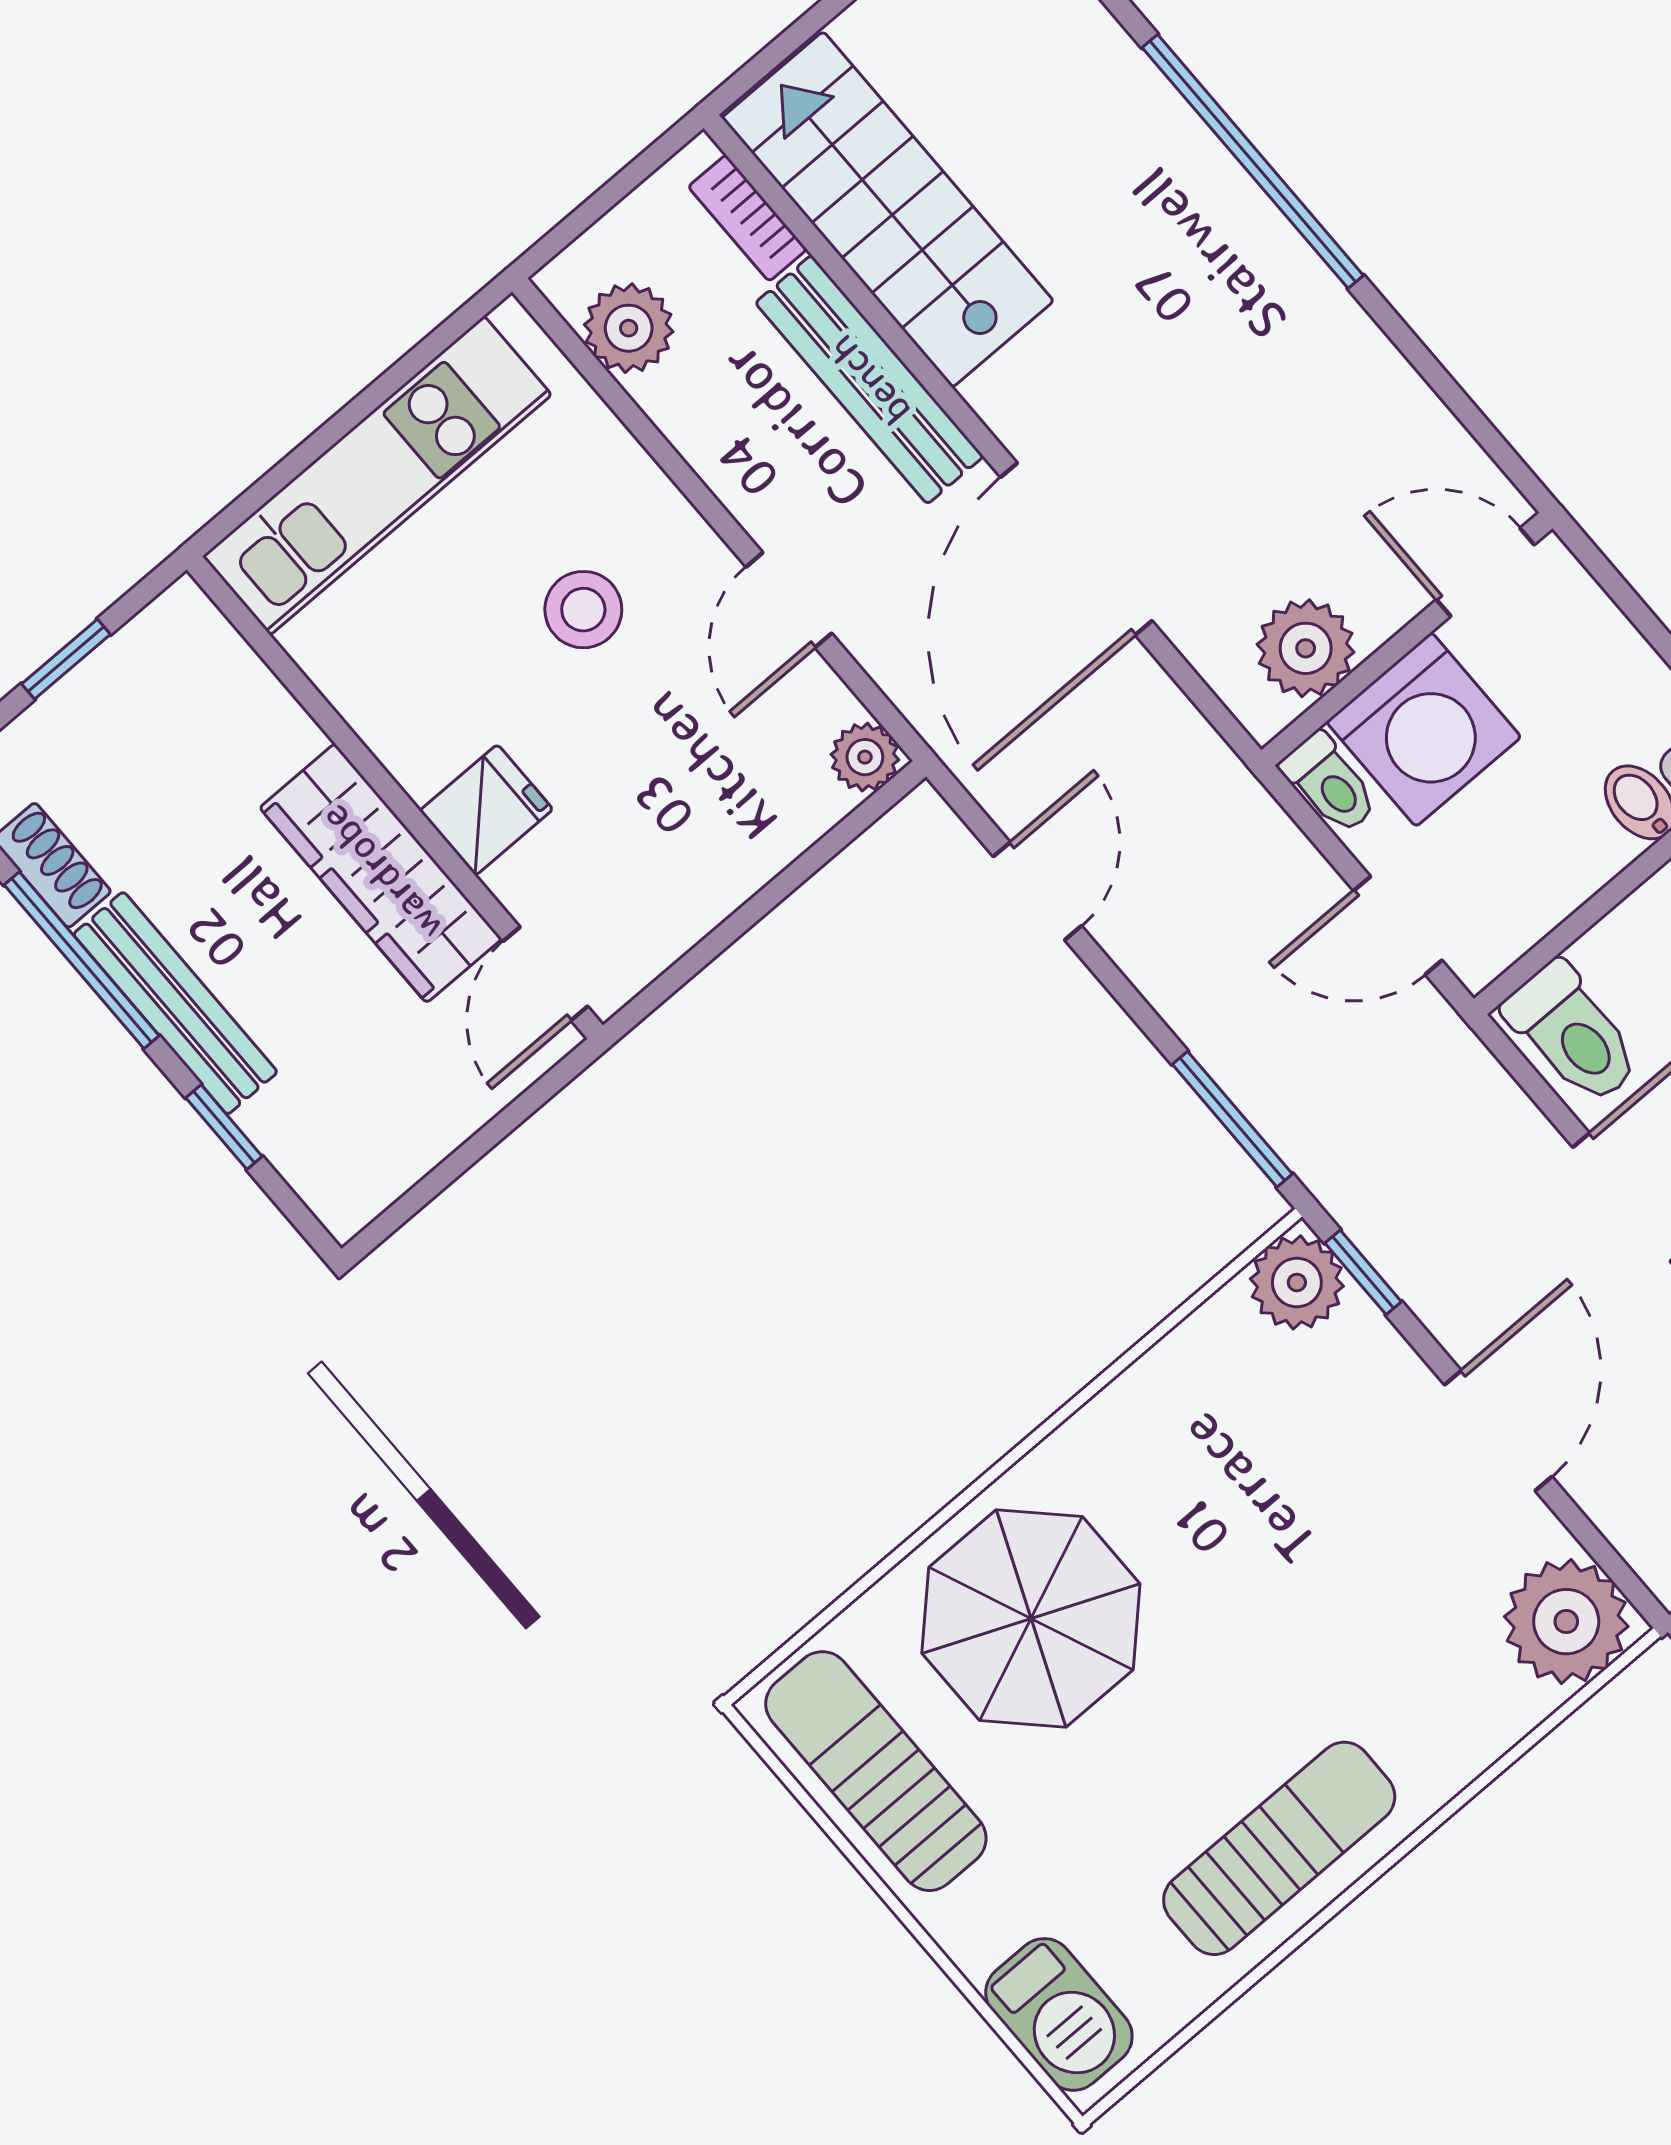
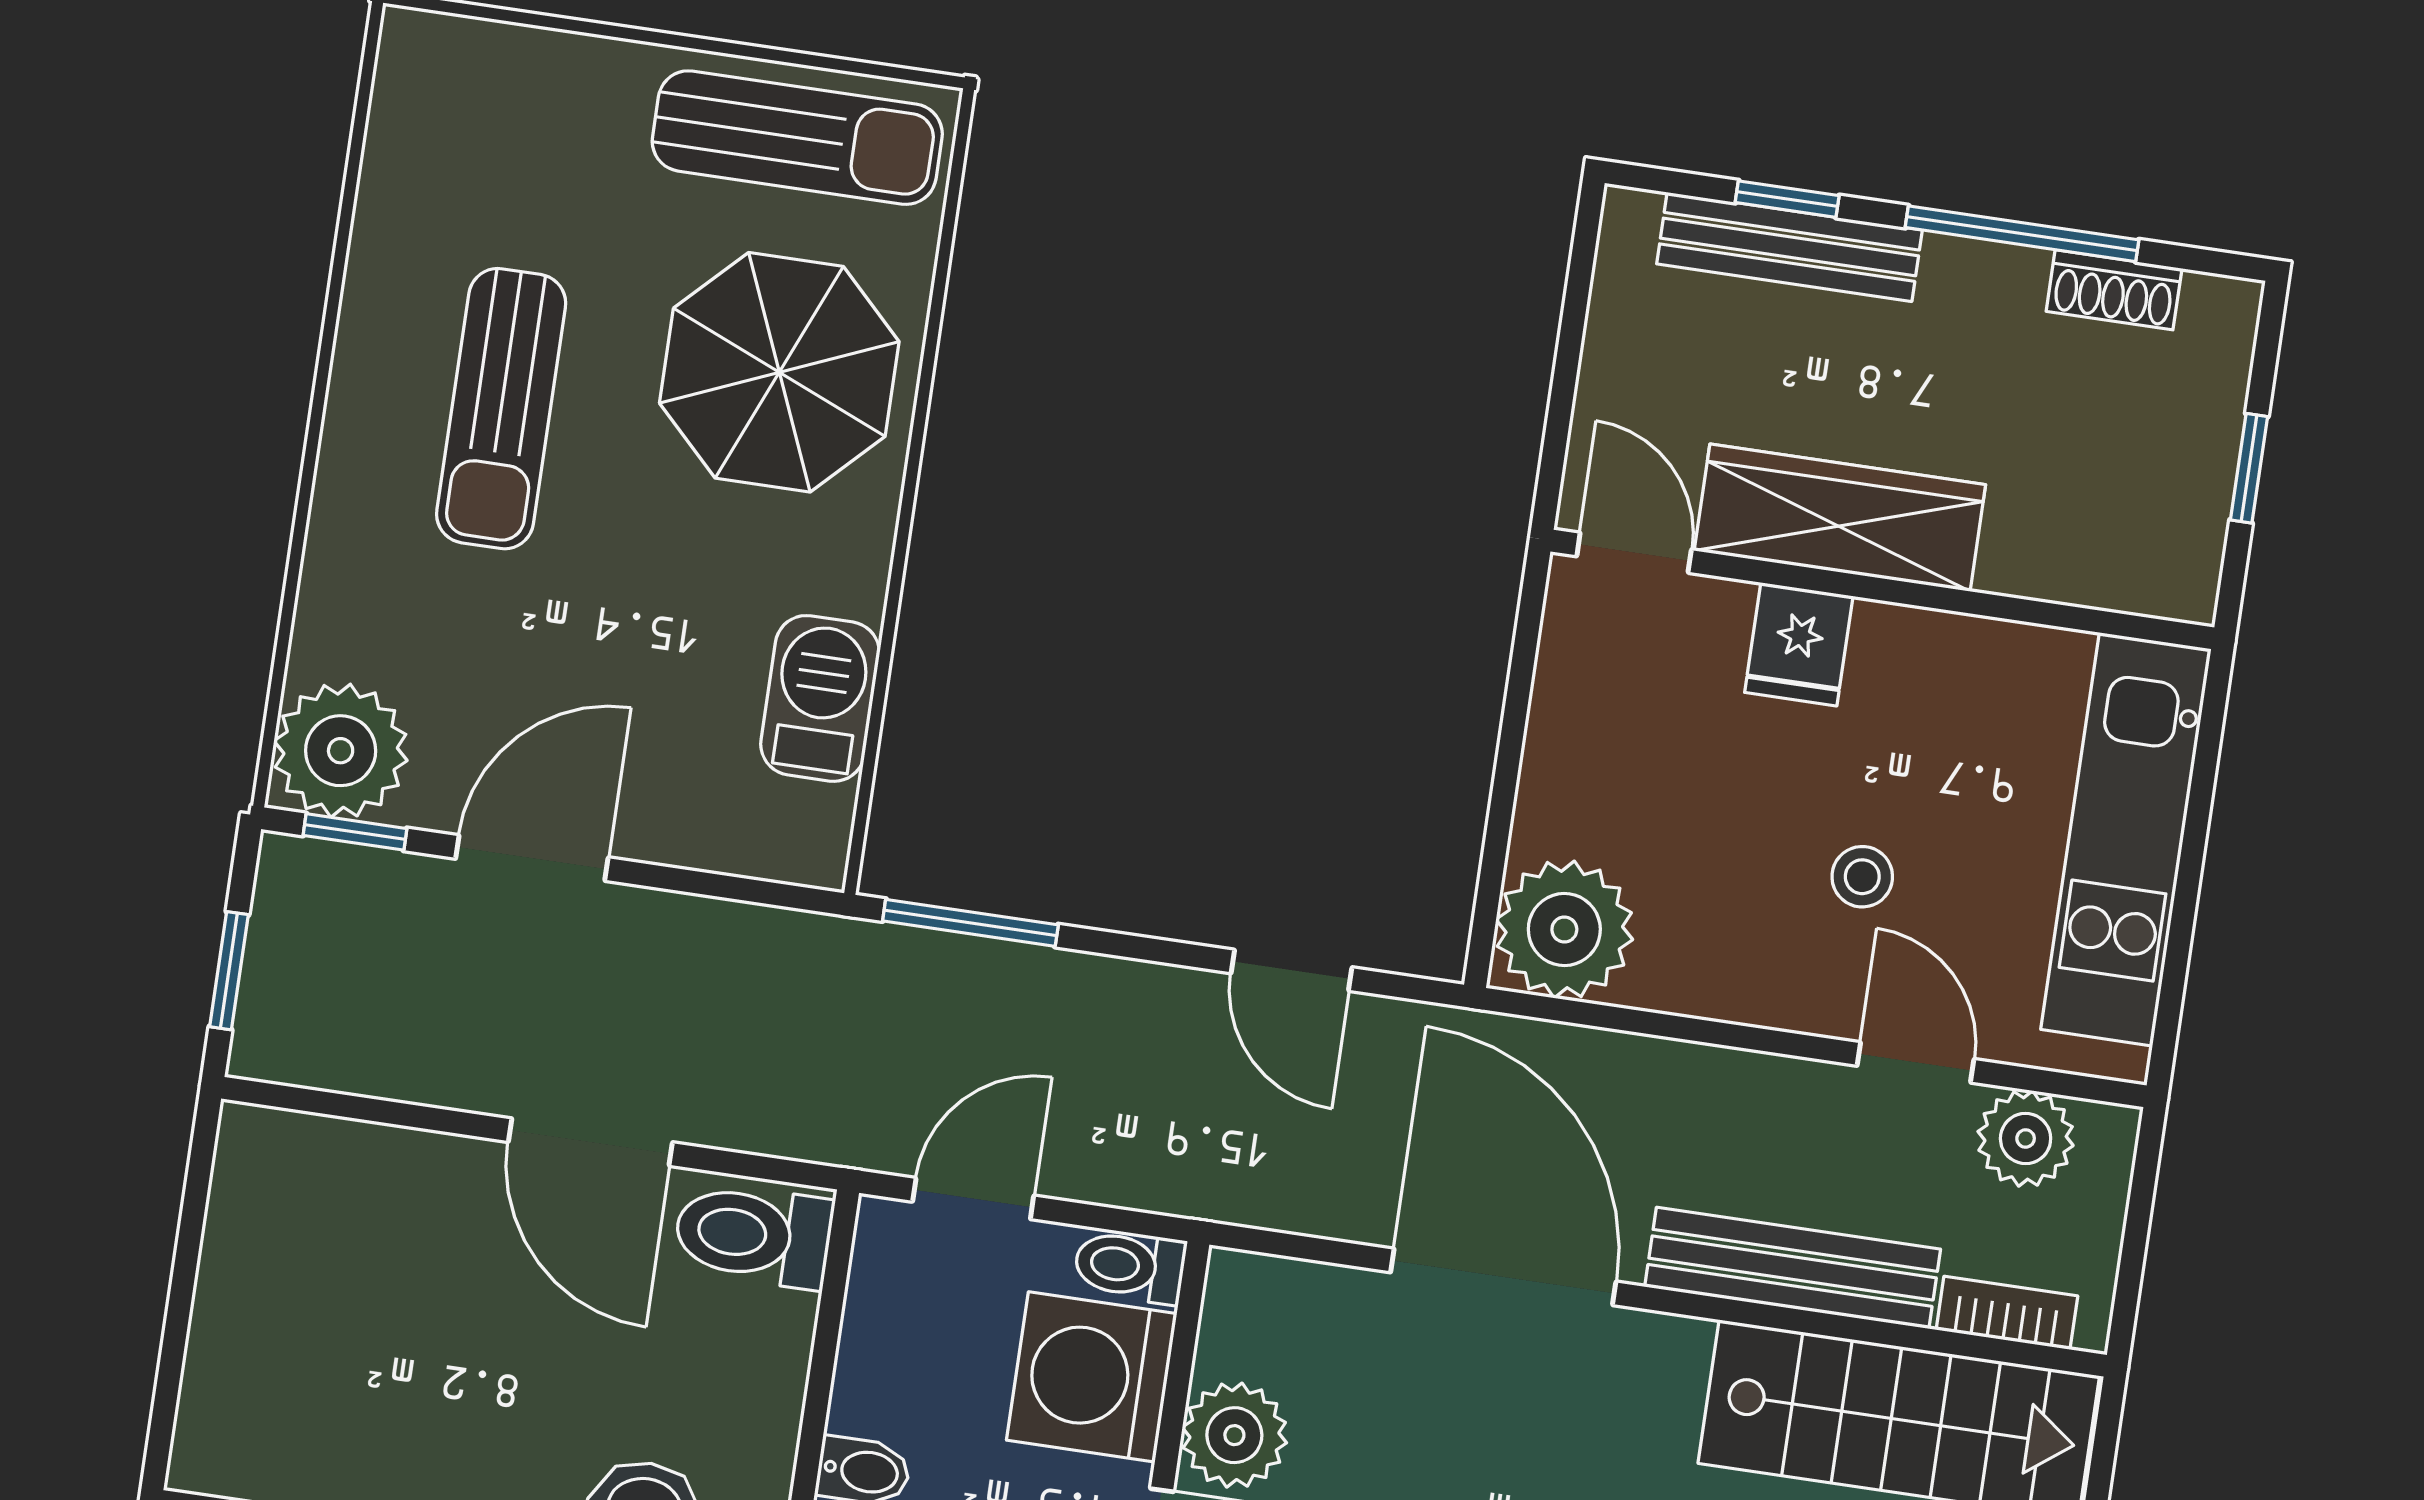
door: (789, 600) -> (1916, 1062), moved
stool: (583, 610) -> (1862, 877), width x0.73, depth x0.73
plant: (1306, 648) -> (1234, 1435), moved
plant: (865, 757) -> (1564, 930), width x1.88, depth x1.88
bench: (175, 1003) -> (1789, 247), moved
window: (1363, 1272) -> (355, 832), moved
plant: (1297, 1282) -> (802, 836), removed
door: (1498, 1431) -> (532, 858), swing flipped
sun lounger: (1279, 1848) -> (501, 409), moved
barbecue: (1059, 2014) -> (820, 698), moved, turned 90

